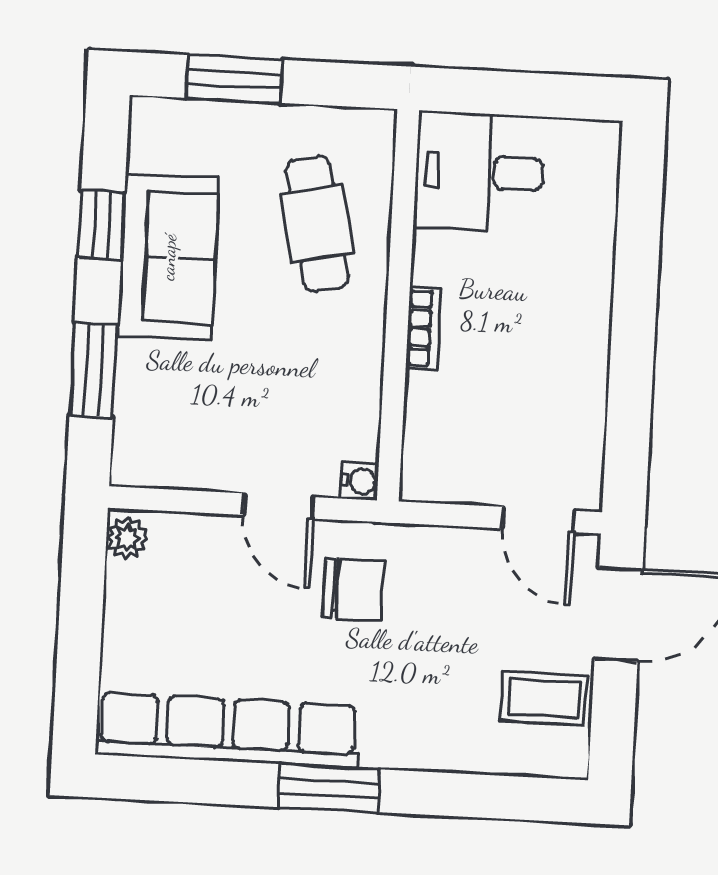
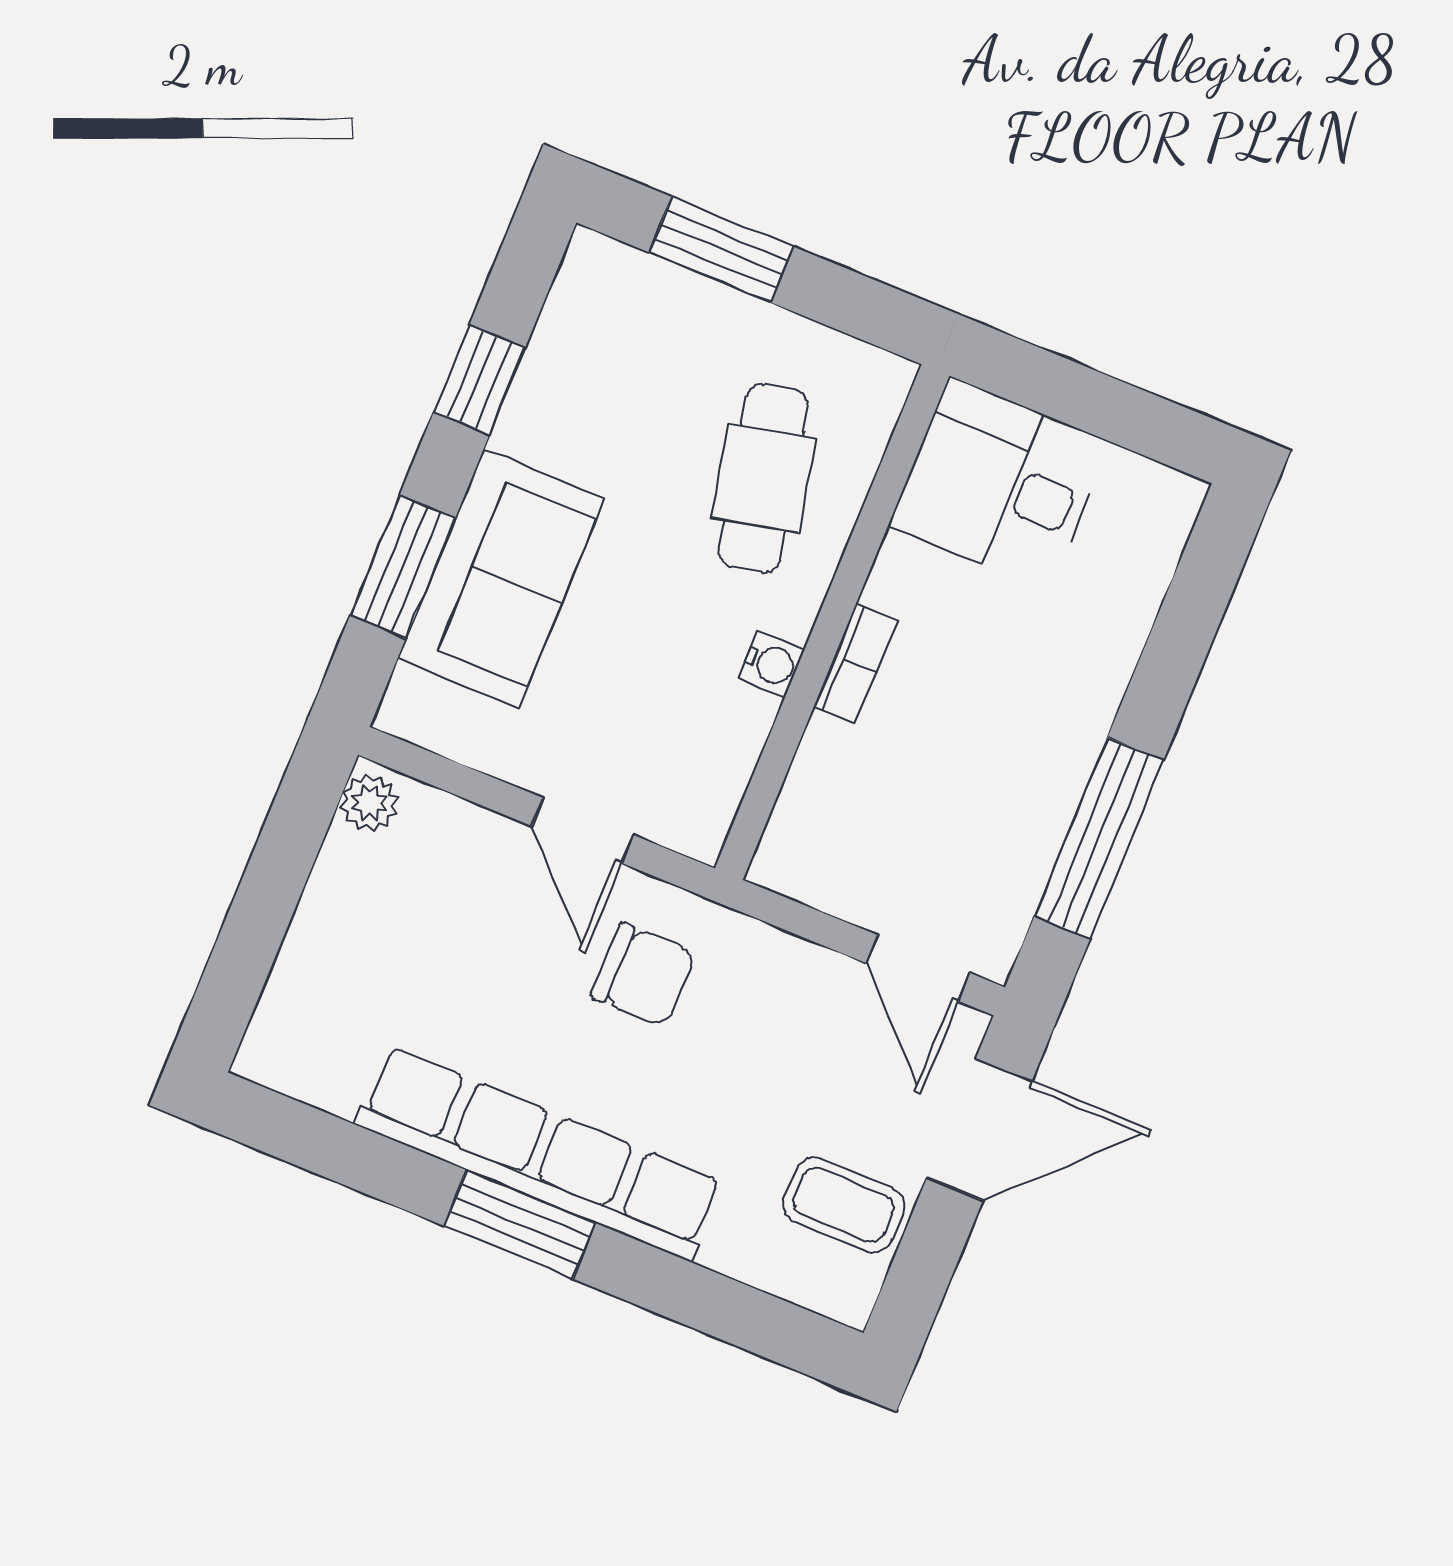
sofa: (168, 257) -> (501, 578), moved
window: (630, 389) -> (1099, 838), added
water cooler: (360, 481) -> (771, 664), moved
row of seats: (228, 730) -> (539, 1153), moved

